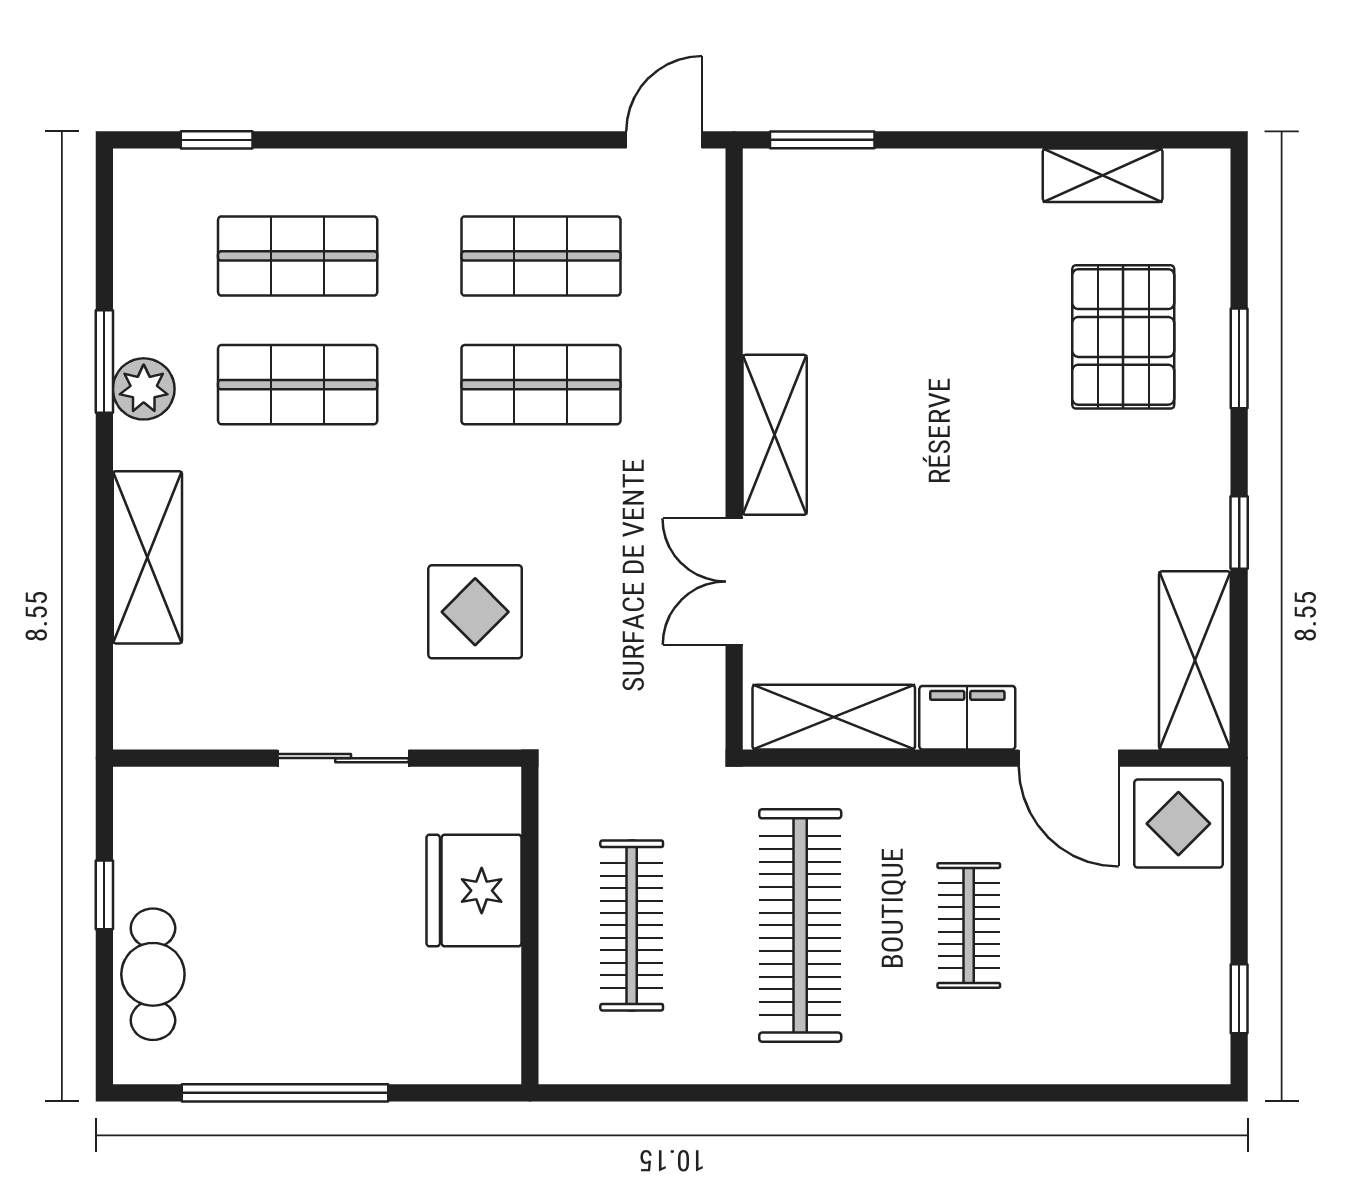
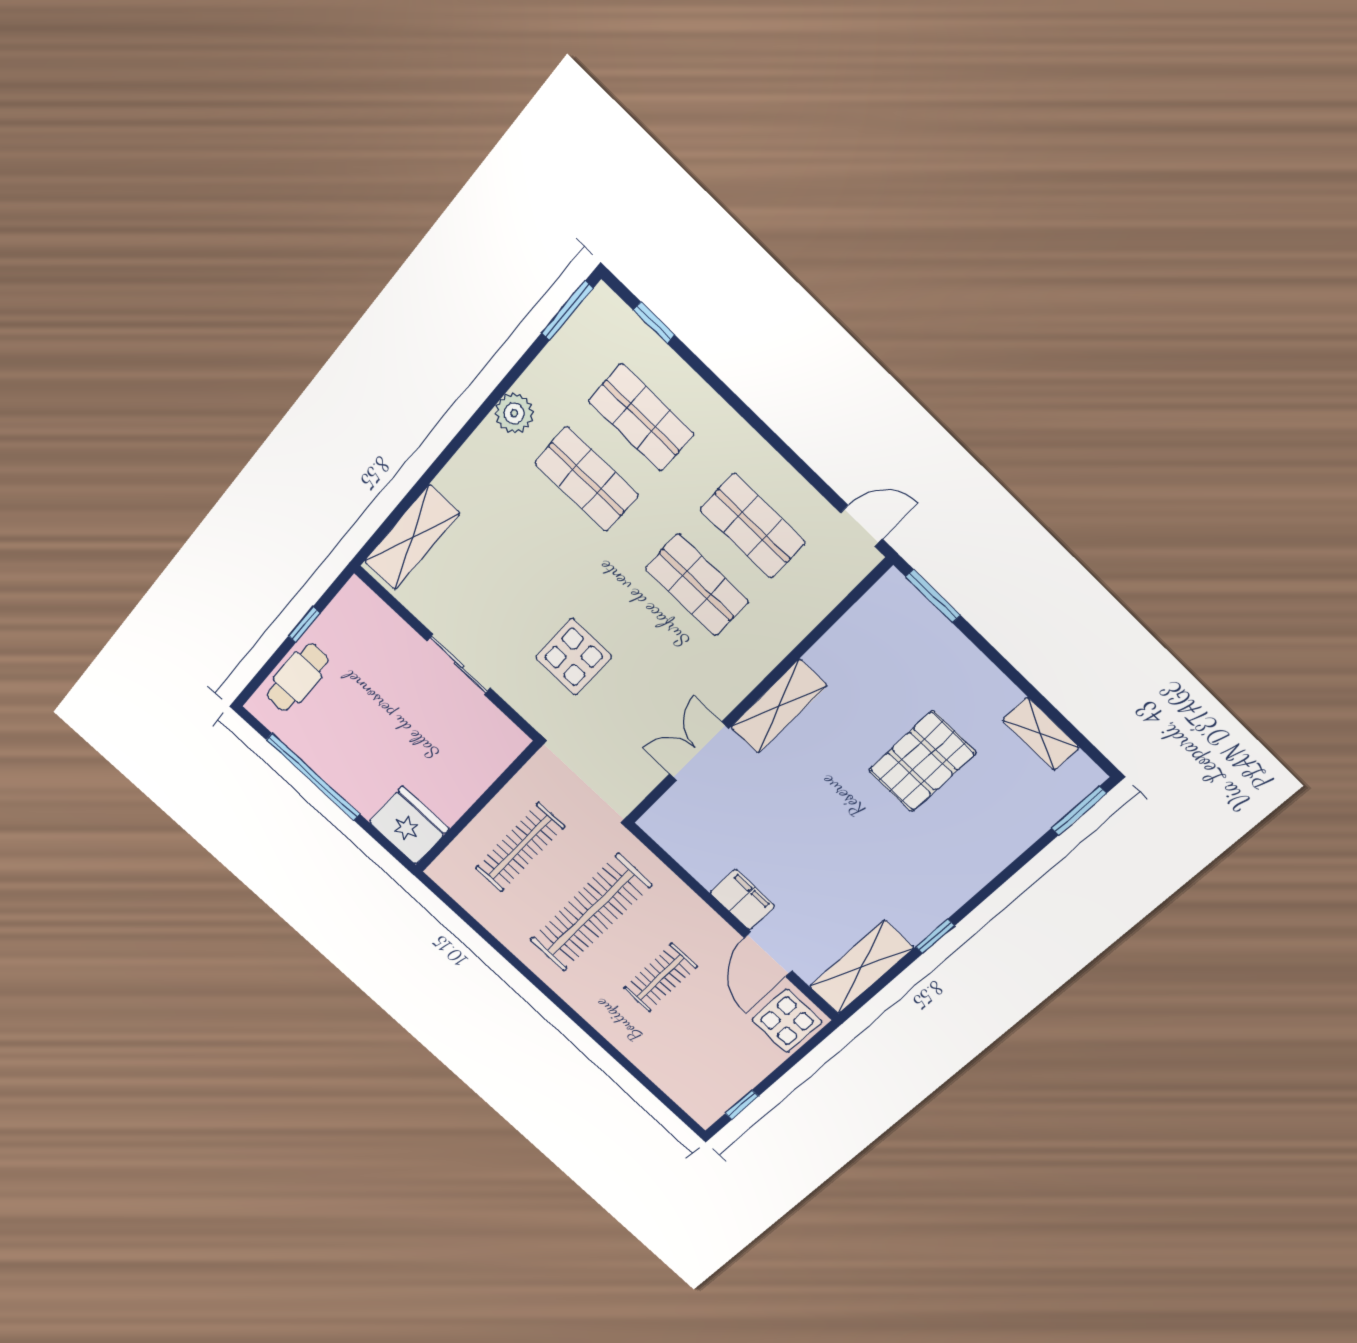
pallet: (1123, 337) -> (922, 762), moved
window: (1239, 358) -> (1079, 811), moved
window: (104, 361) -> (567, 311), moved
shelving: (147, 557) -> (412, 538), moved
shelving: (834, 717) -> (686, 846), removed
fridge: (474, 891) -> (409, 825), moved, turned 90

